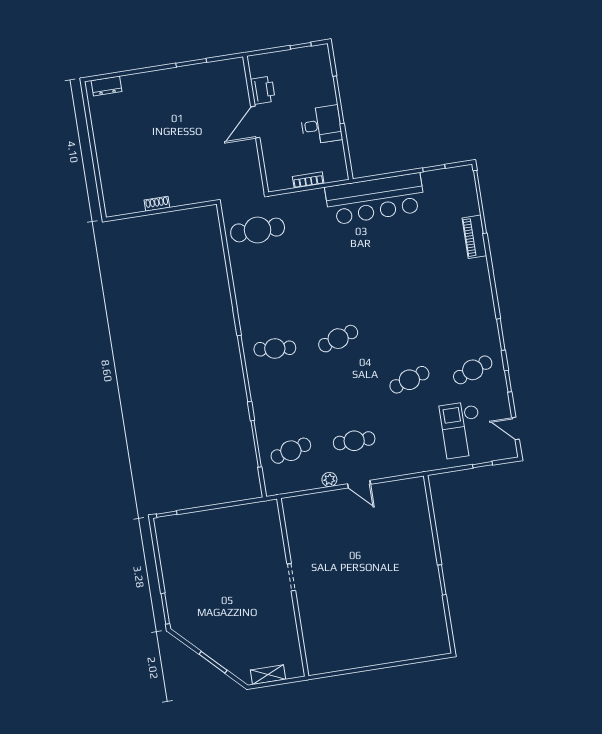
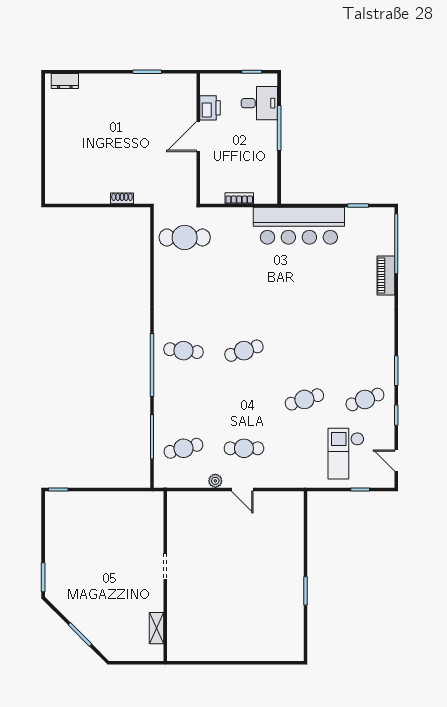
desk: (321, 125) -> (259, 103), moved
shoe rack: (157, 204) -> (122, 198), moved
shelving: (268, 675) -> (157, 628), moved, turned 90

